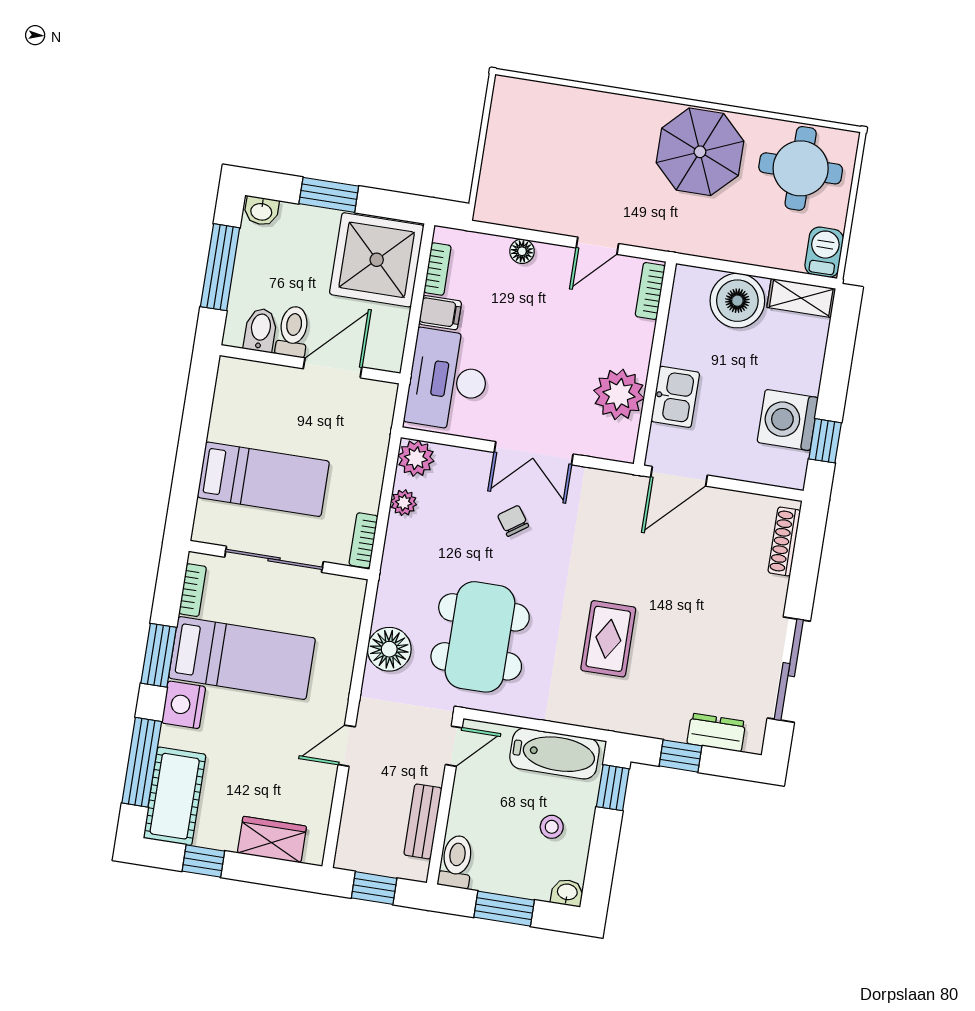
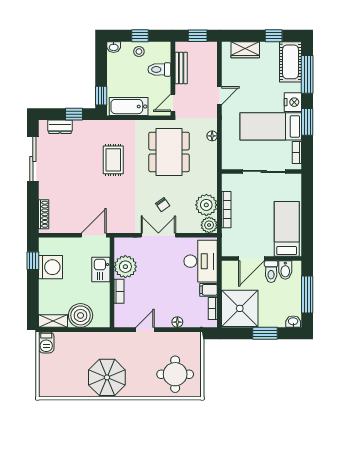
round table: (801, 168) -> (175, 374), moved
bookcase: (650, 291) -> (119, 291), moved
bed: (263, 479) -> (287, 229), moved, turned 90
plant: (404, 503) -> (206, 205), width x1.88, depth x1.88
bookcase: (363, 540) -> (226, 210), moved, width x1.56
floor lamp: (389, 649) -> (212, 136), width x0.53, depth x0.53
stool: (552, 827) -> (139, 52), moved
toilet: (456, 862) -> (159, 69), moved, turned 90
window: (504, 909) -> (140, 36), width x0.67

